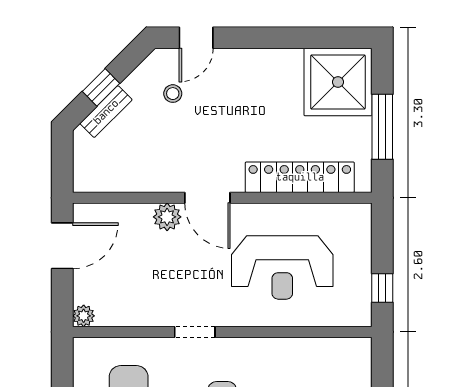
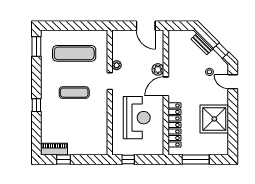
shower: (338, 82) -> (214, 119), moved
window: (101, 87) -> (221, 51), moved
reception desk: (282, 267) -> (137, 118), turned 180
plant: (84, 316) -> (117, 65), moved

